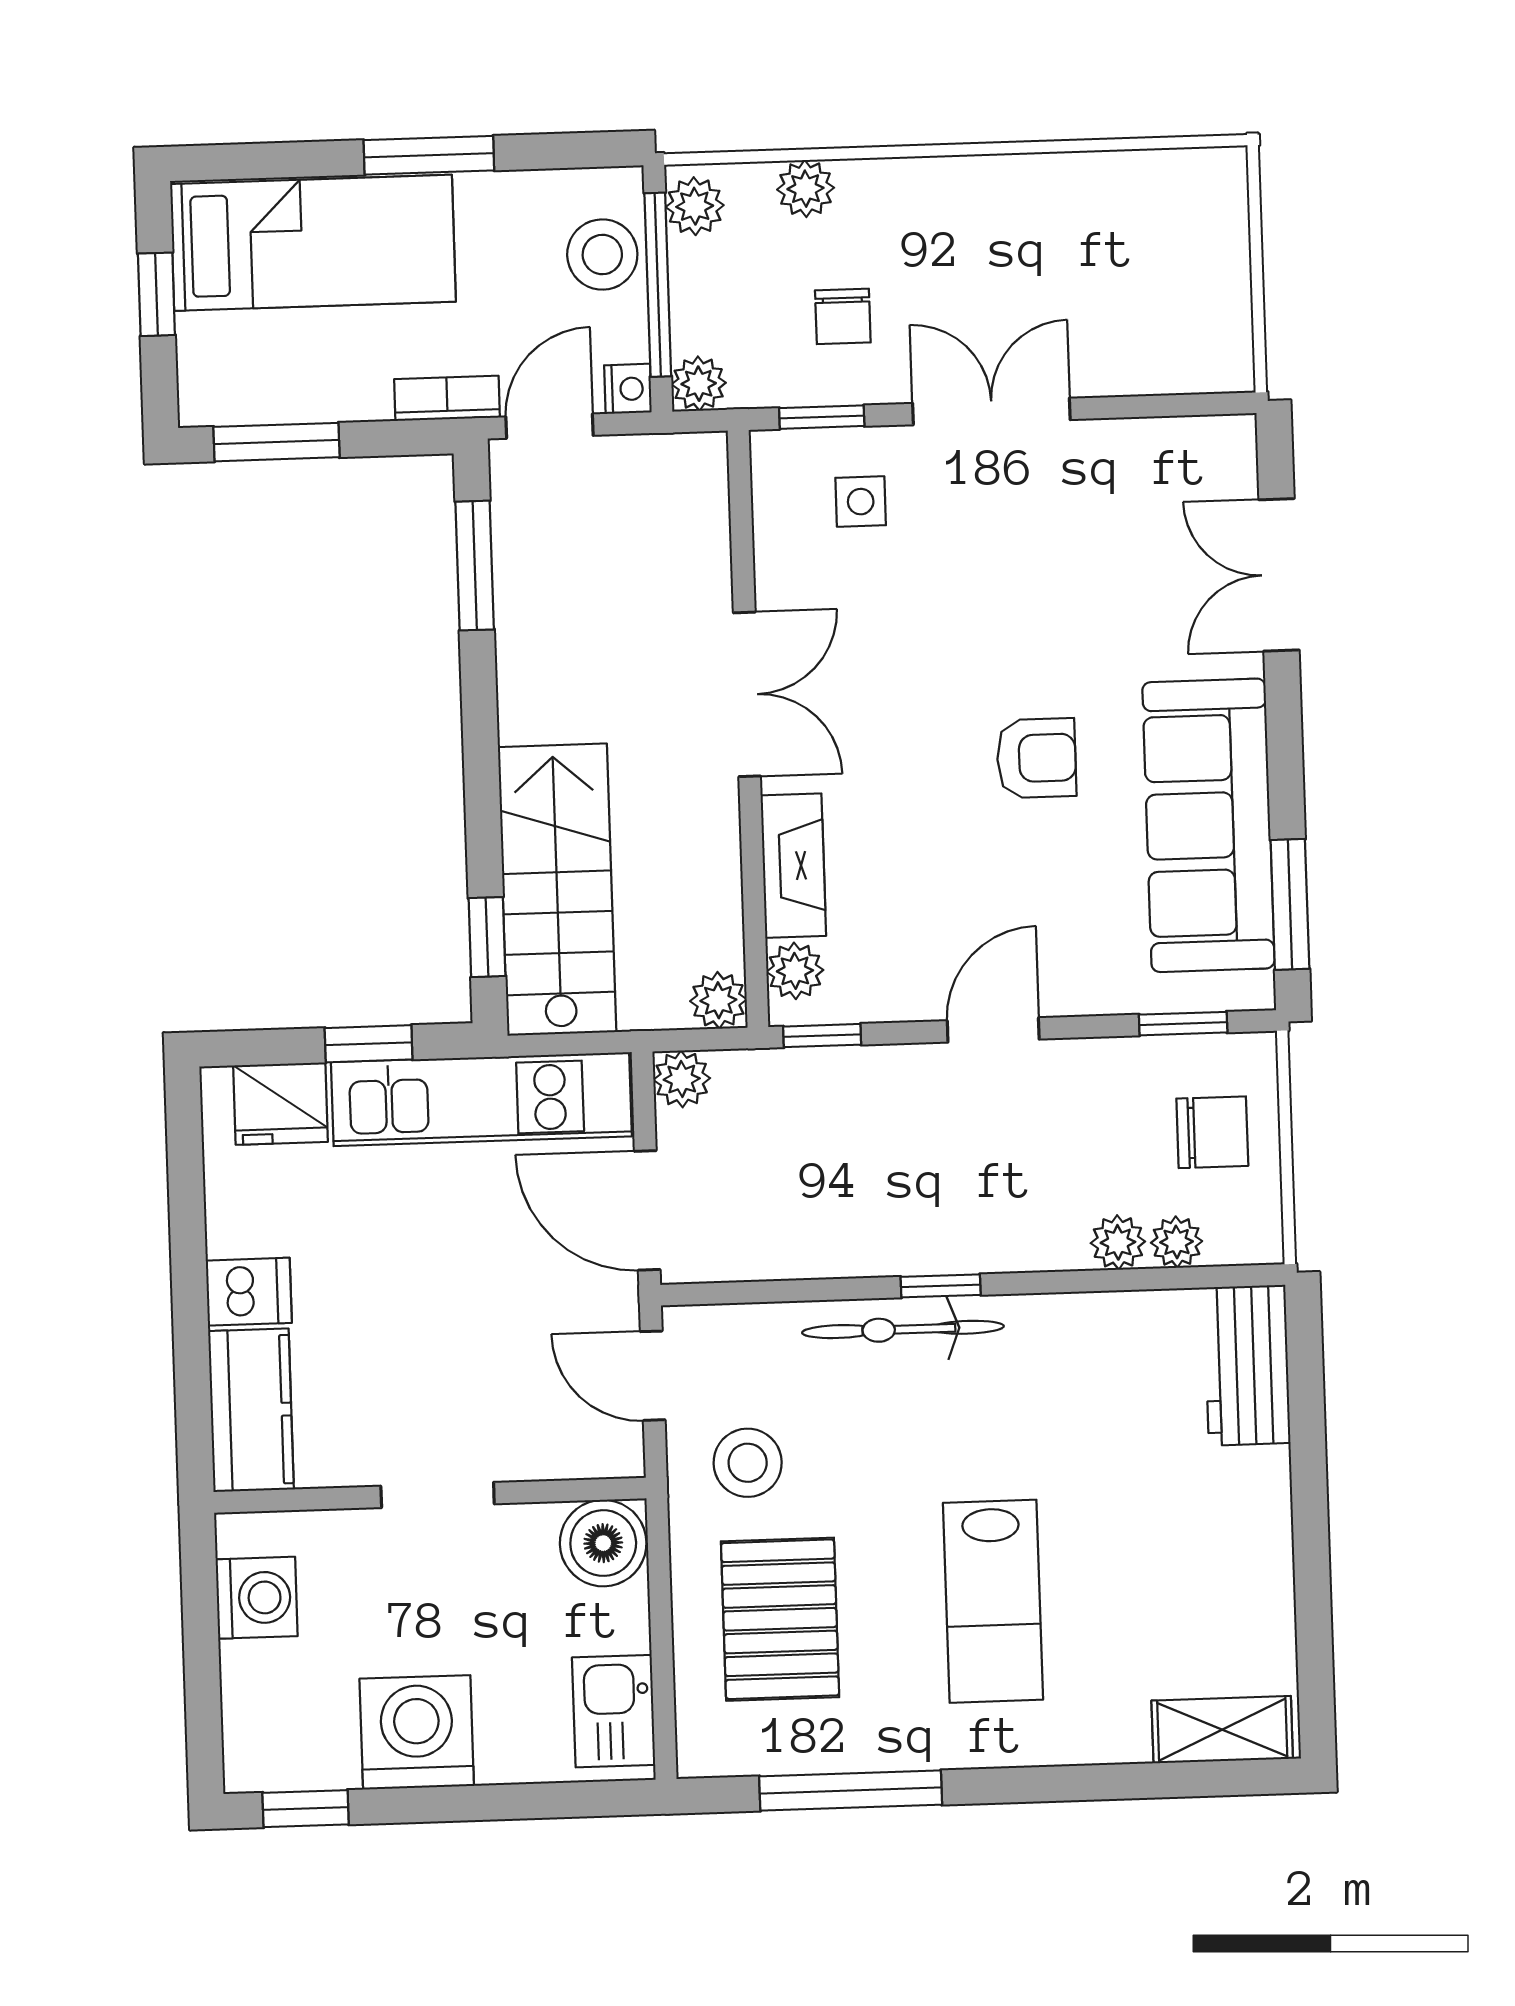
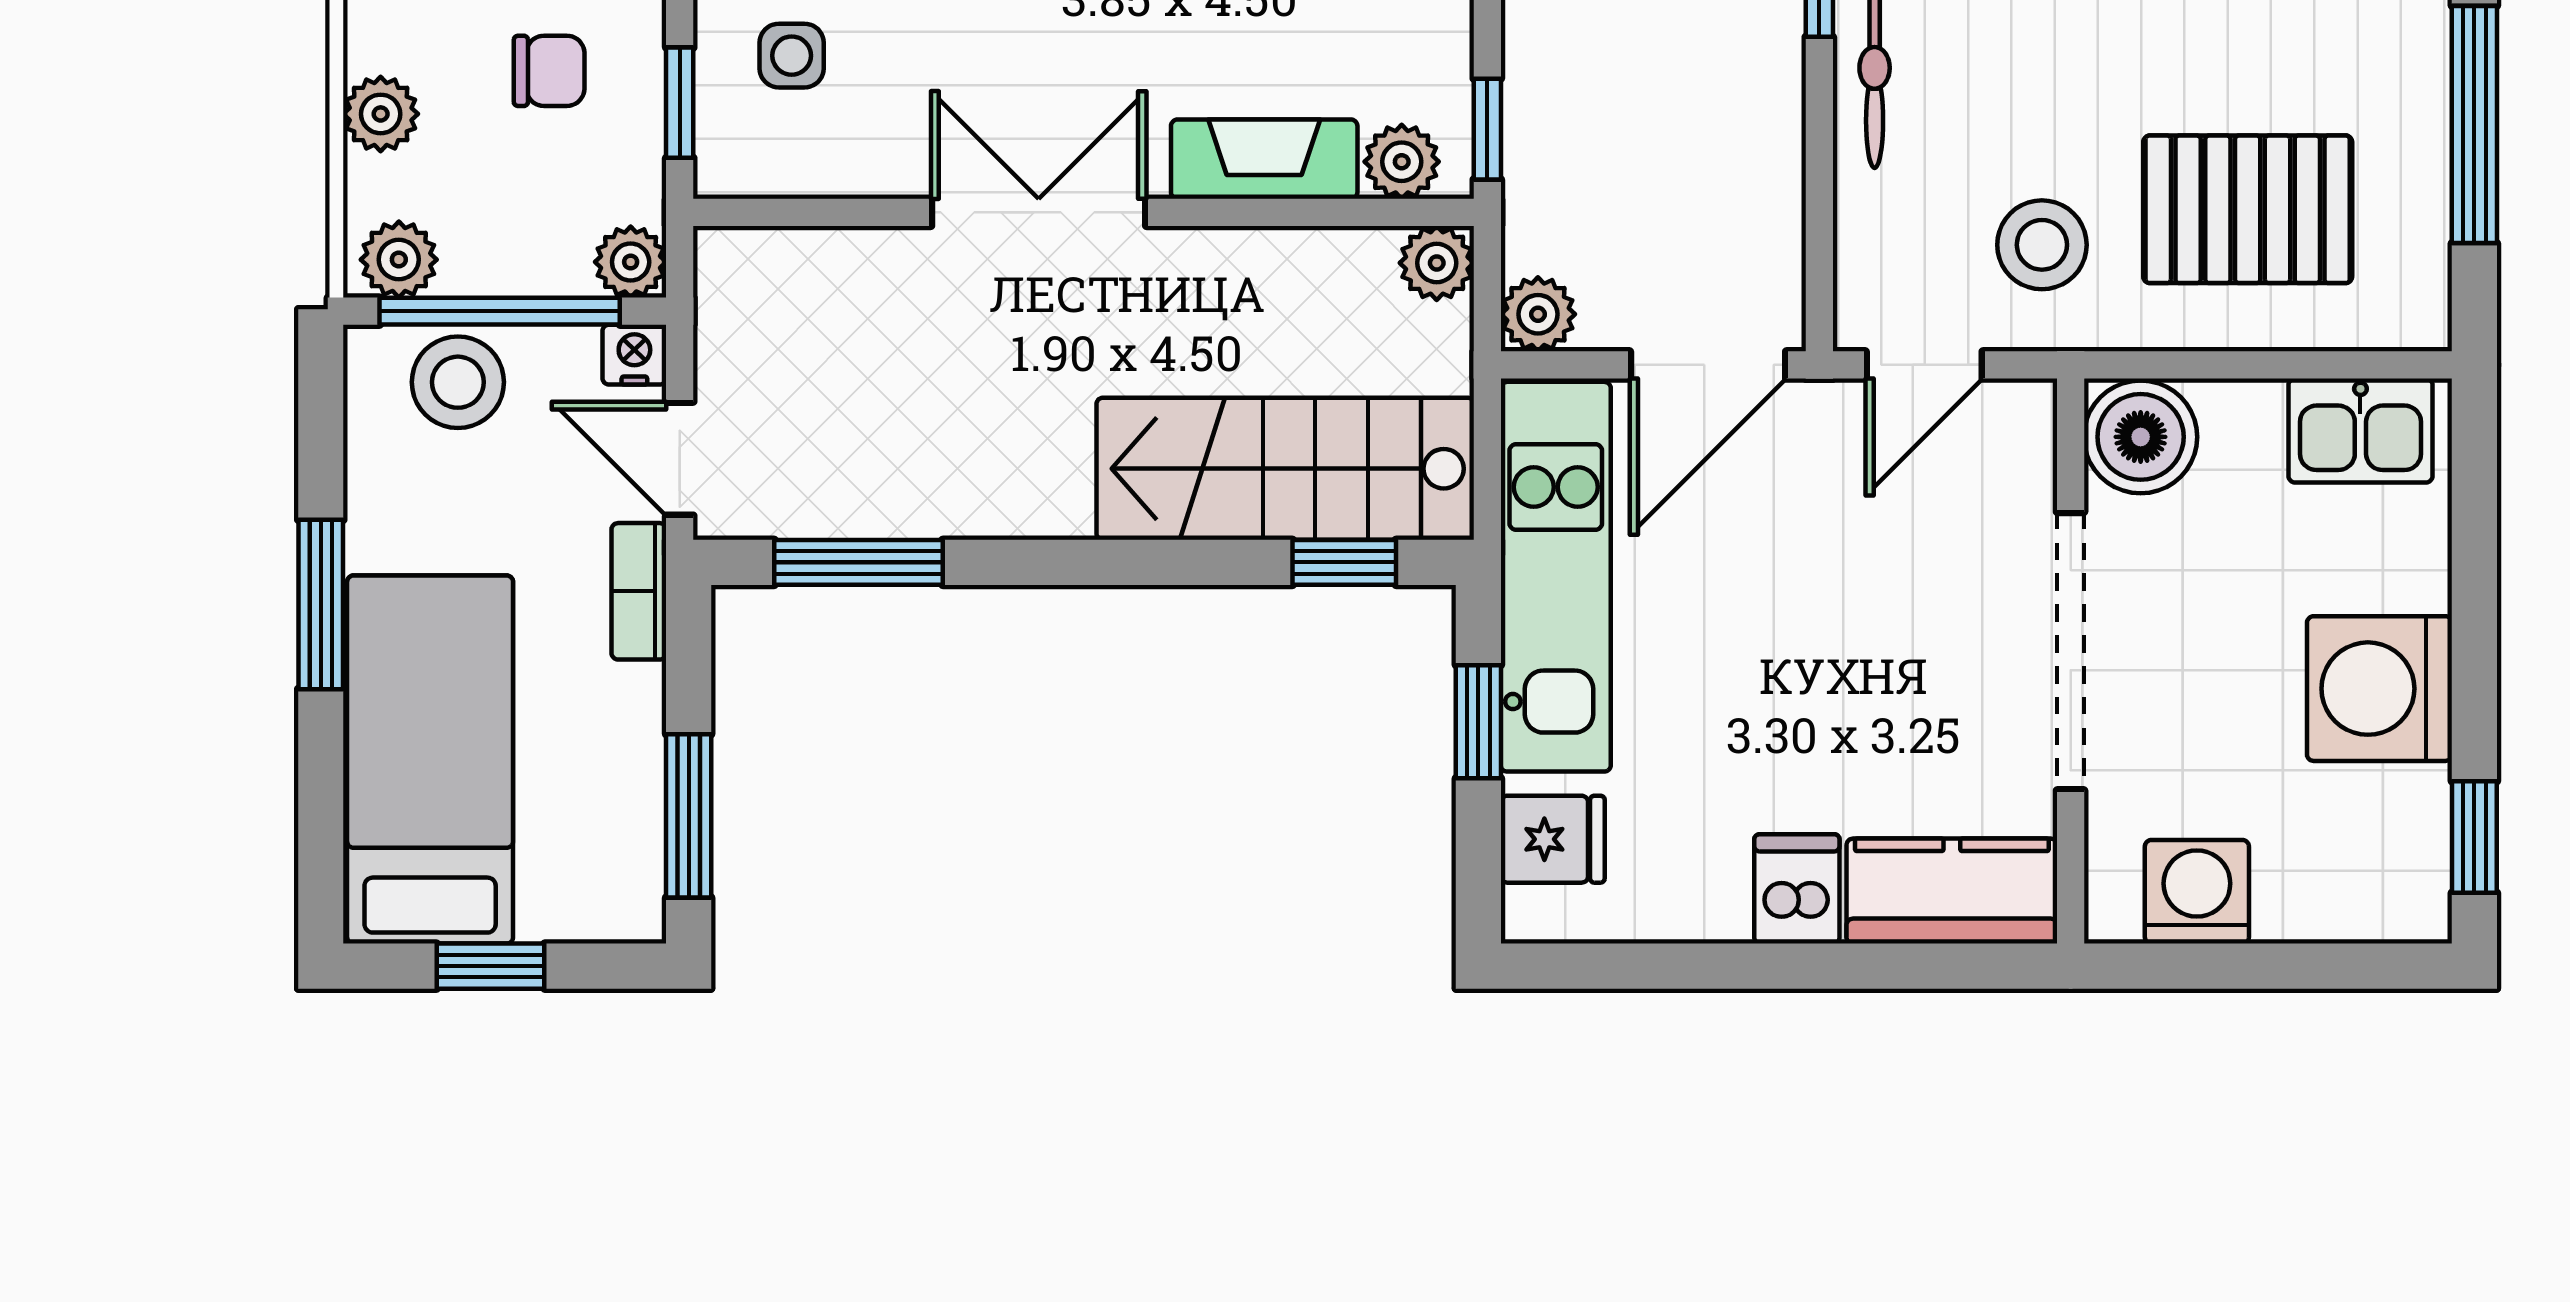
fridge: (281, 1104) -> (1553, 839), width x0.72
doorway: (438, 1495) -> (2071, 651), width x1.87

